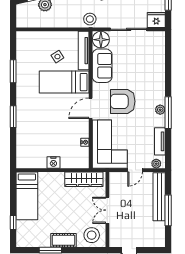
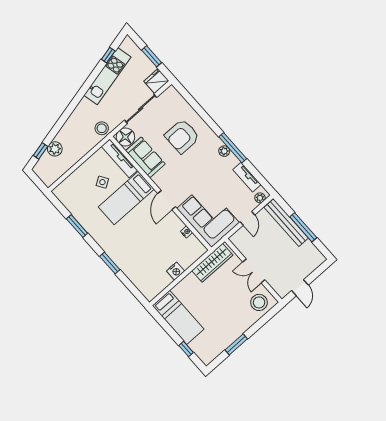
armchair: (123, 101) -> (182, 136), moved
cot: (63, 240) -> (240, 327), removed

